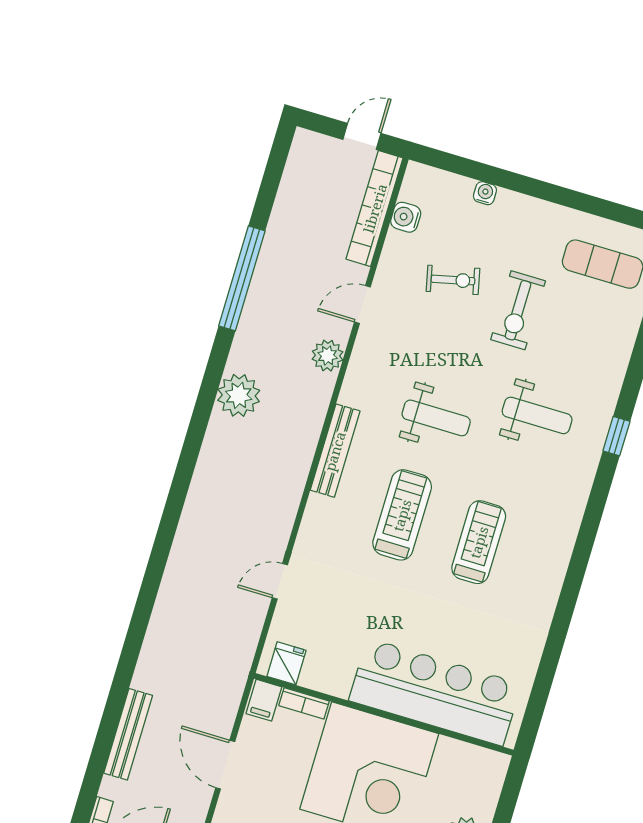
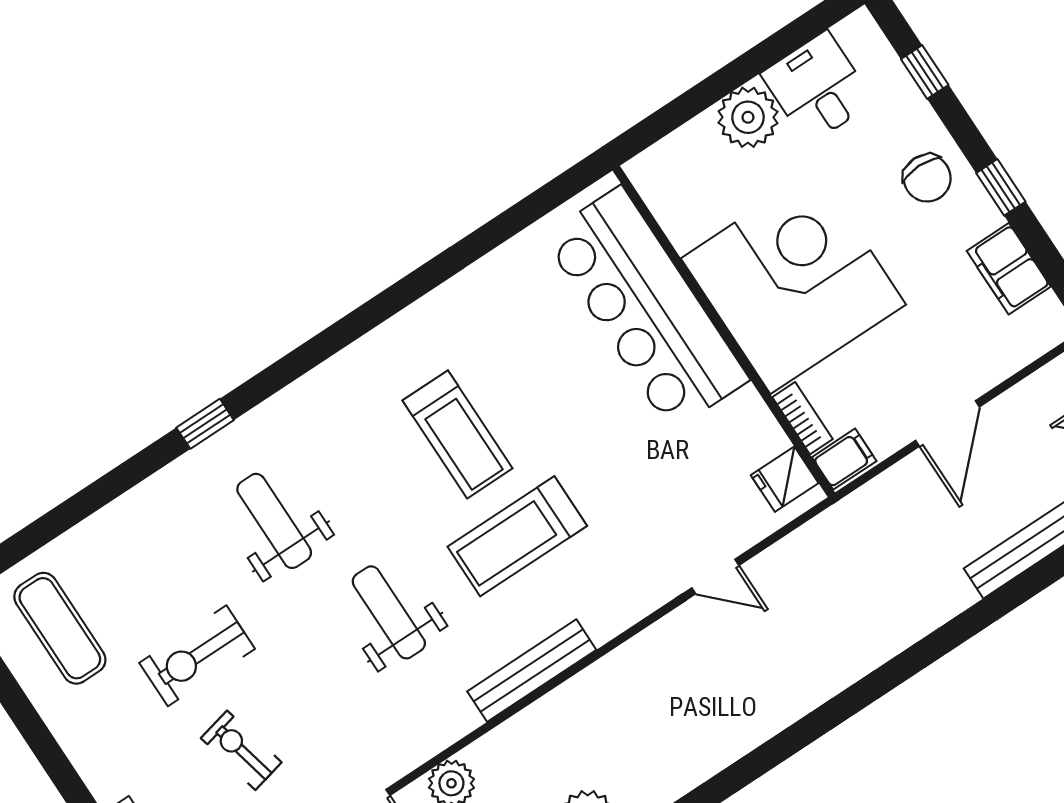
exercise bike: (518, 310) -> (197, 656), turned 180
treadmill: (479, 542) -> (458, 434), turned -90

